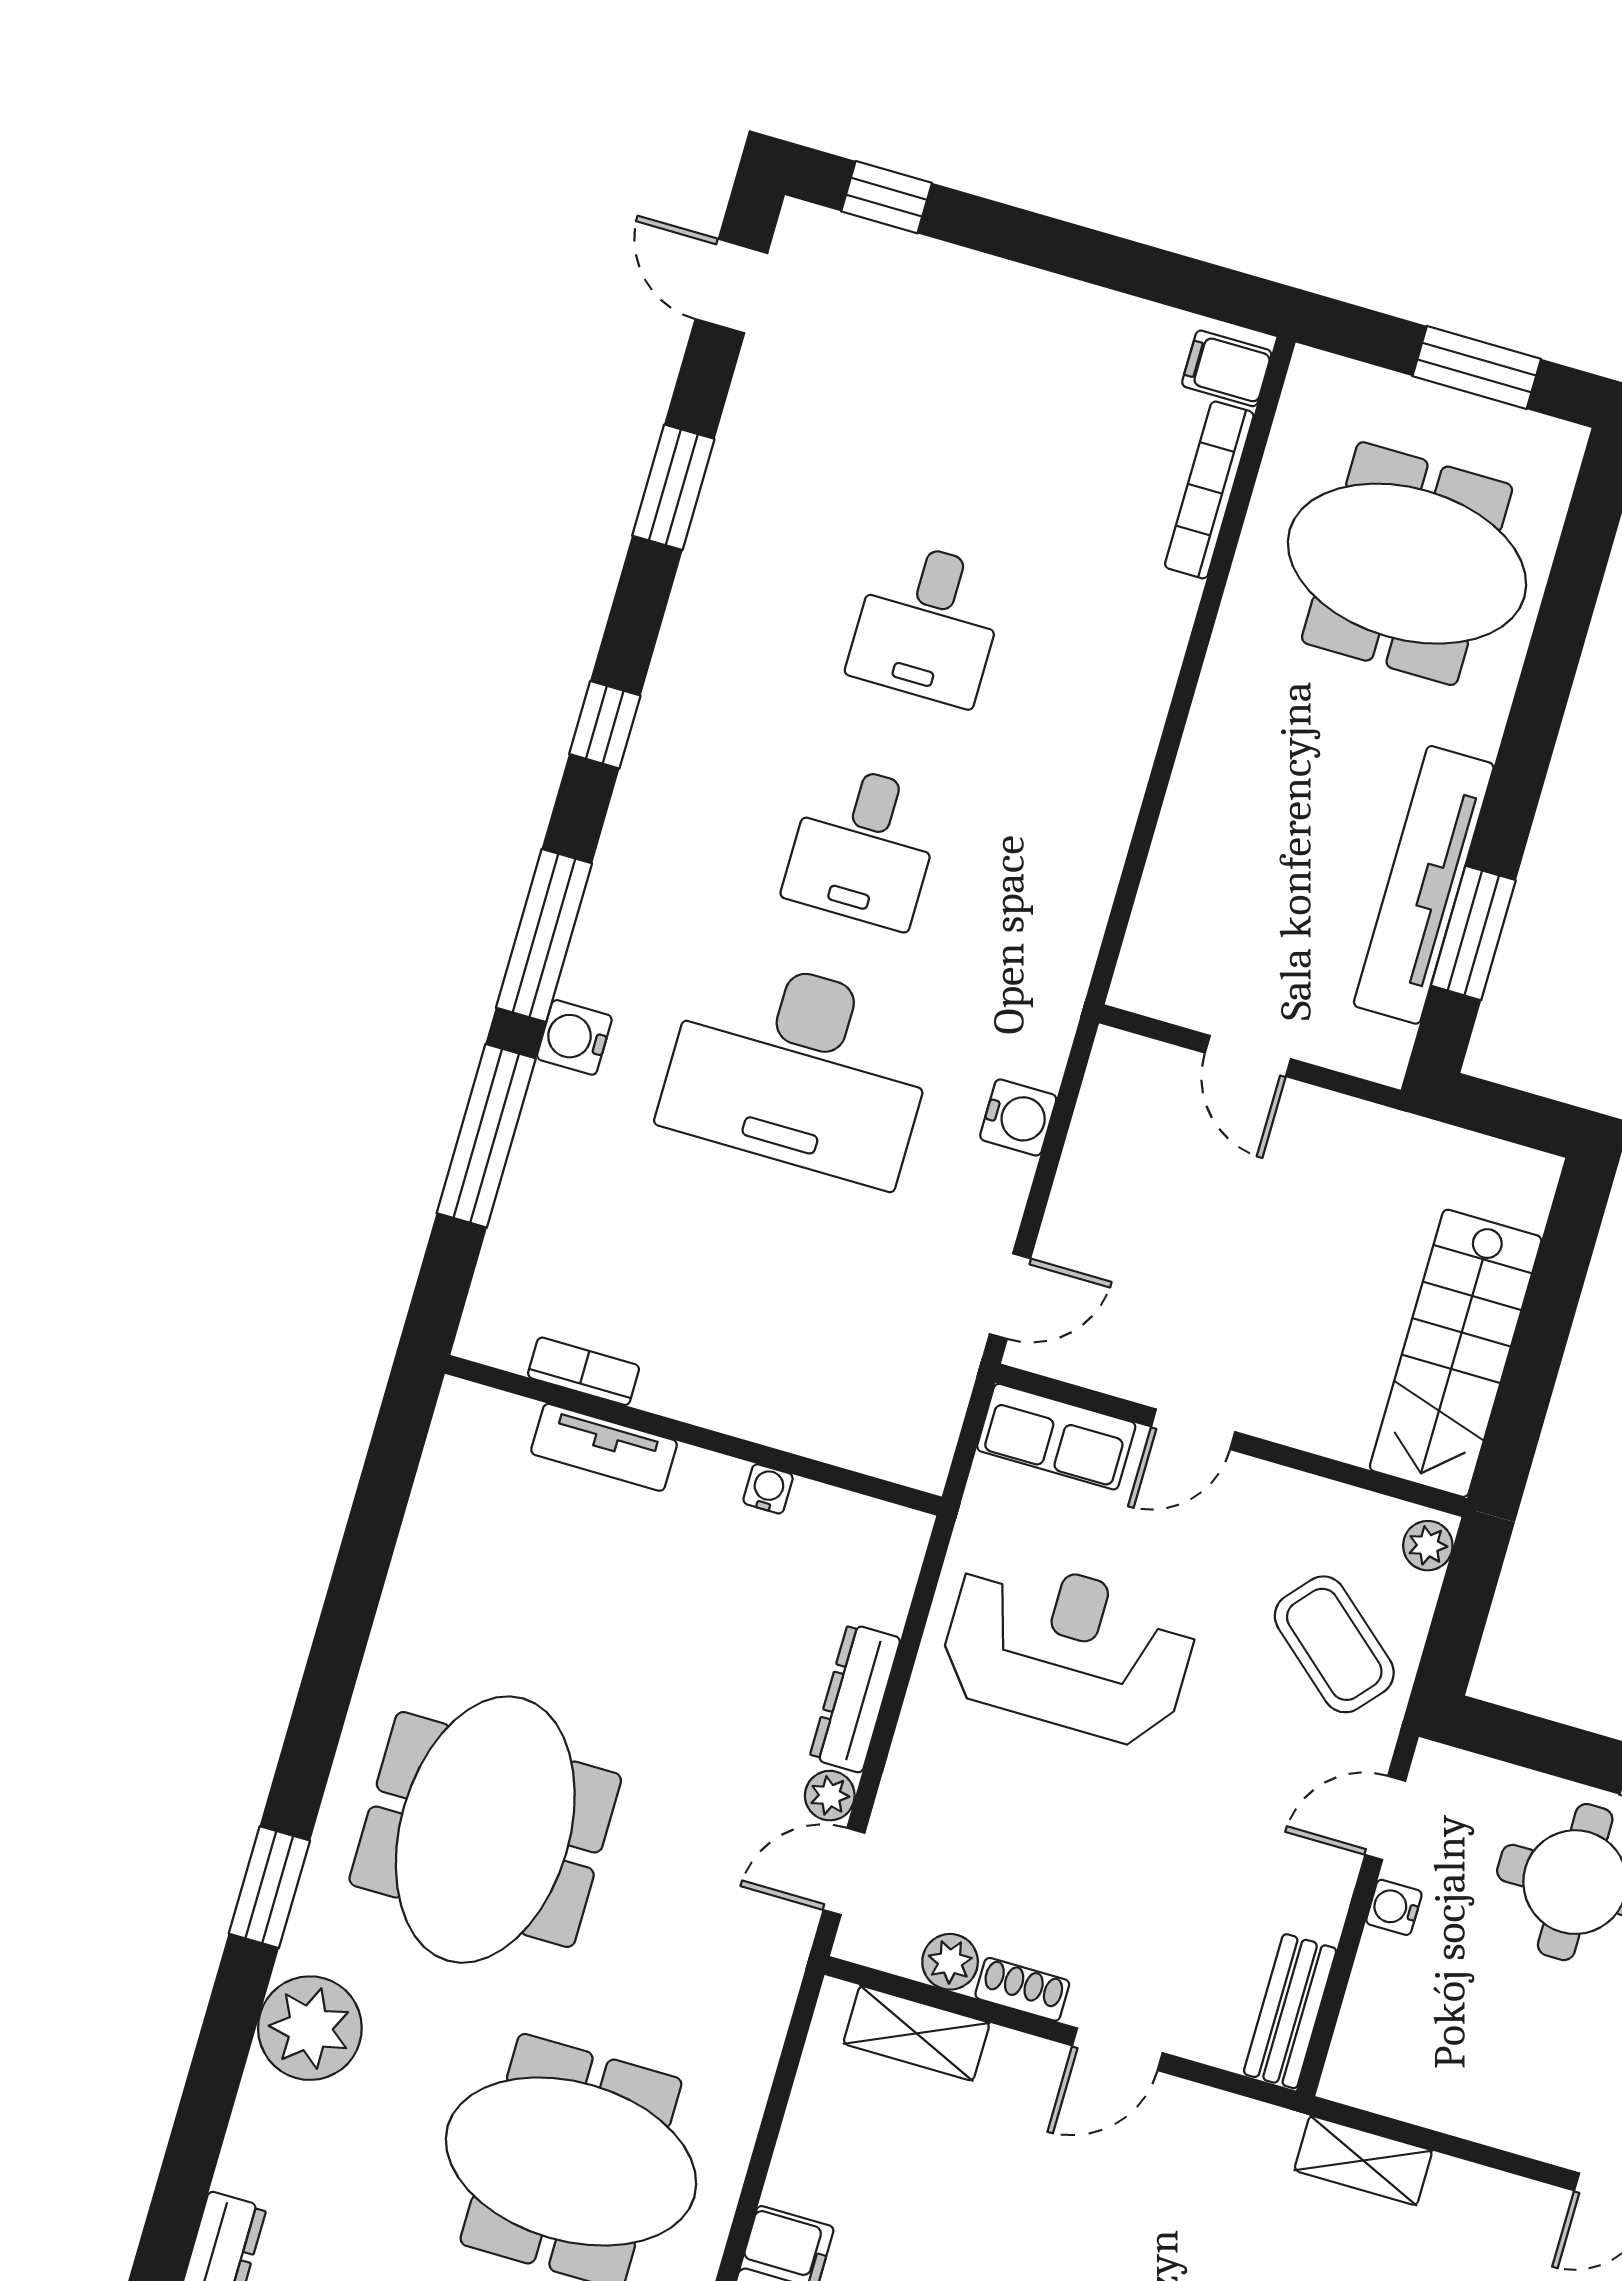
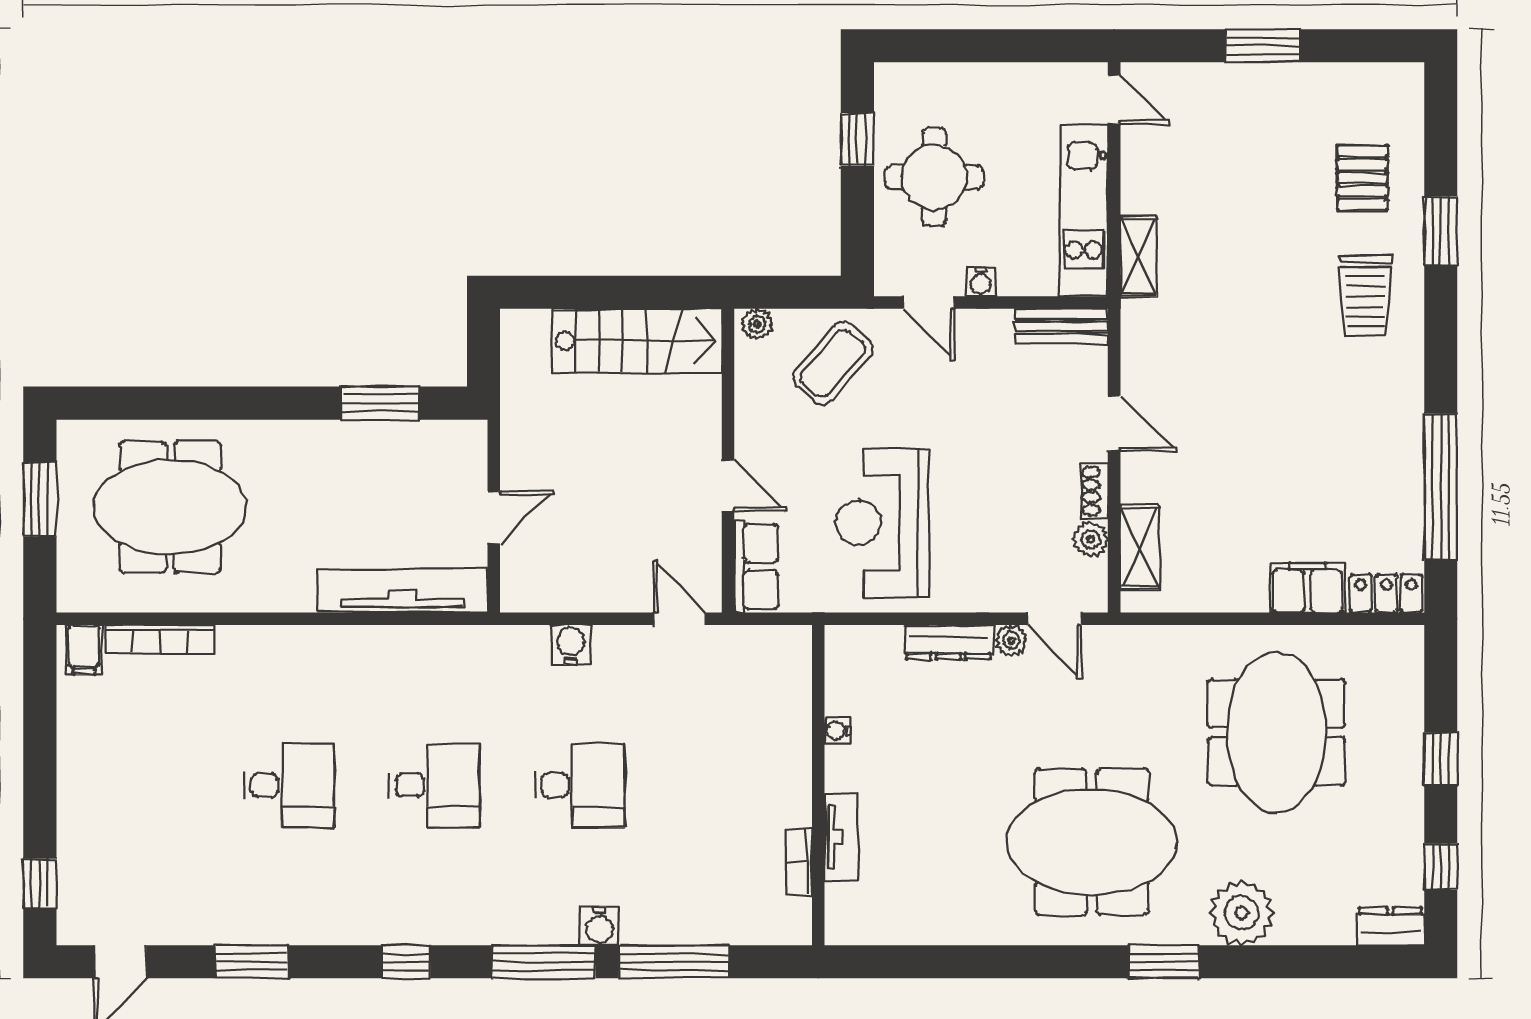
meeting table: (1407, 564) -> (170, 507), turned 90
tv unit: (1424, 885) -> (403, 591), moved, turned 180
desk: (799, 1069) -> (579, 785), width x0.53, depth x0.77
kitchen unit: (1457, 2097) -> (1084, 211), added

